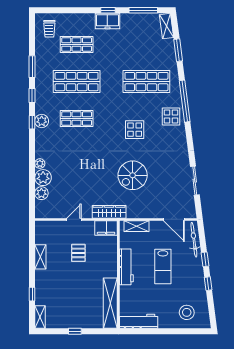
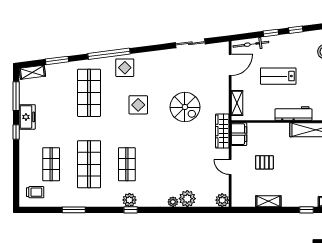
freezer: (107, 21) -> (27, 117), moved
window: (32, 96) -> (103, 210), removed
plant: (41, 193) -> (222, 200), moved
lab bench: (163, 266) -> (278, 76), turned 180
workbench: (126, 267) -> (293, 113), moved

